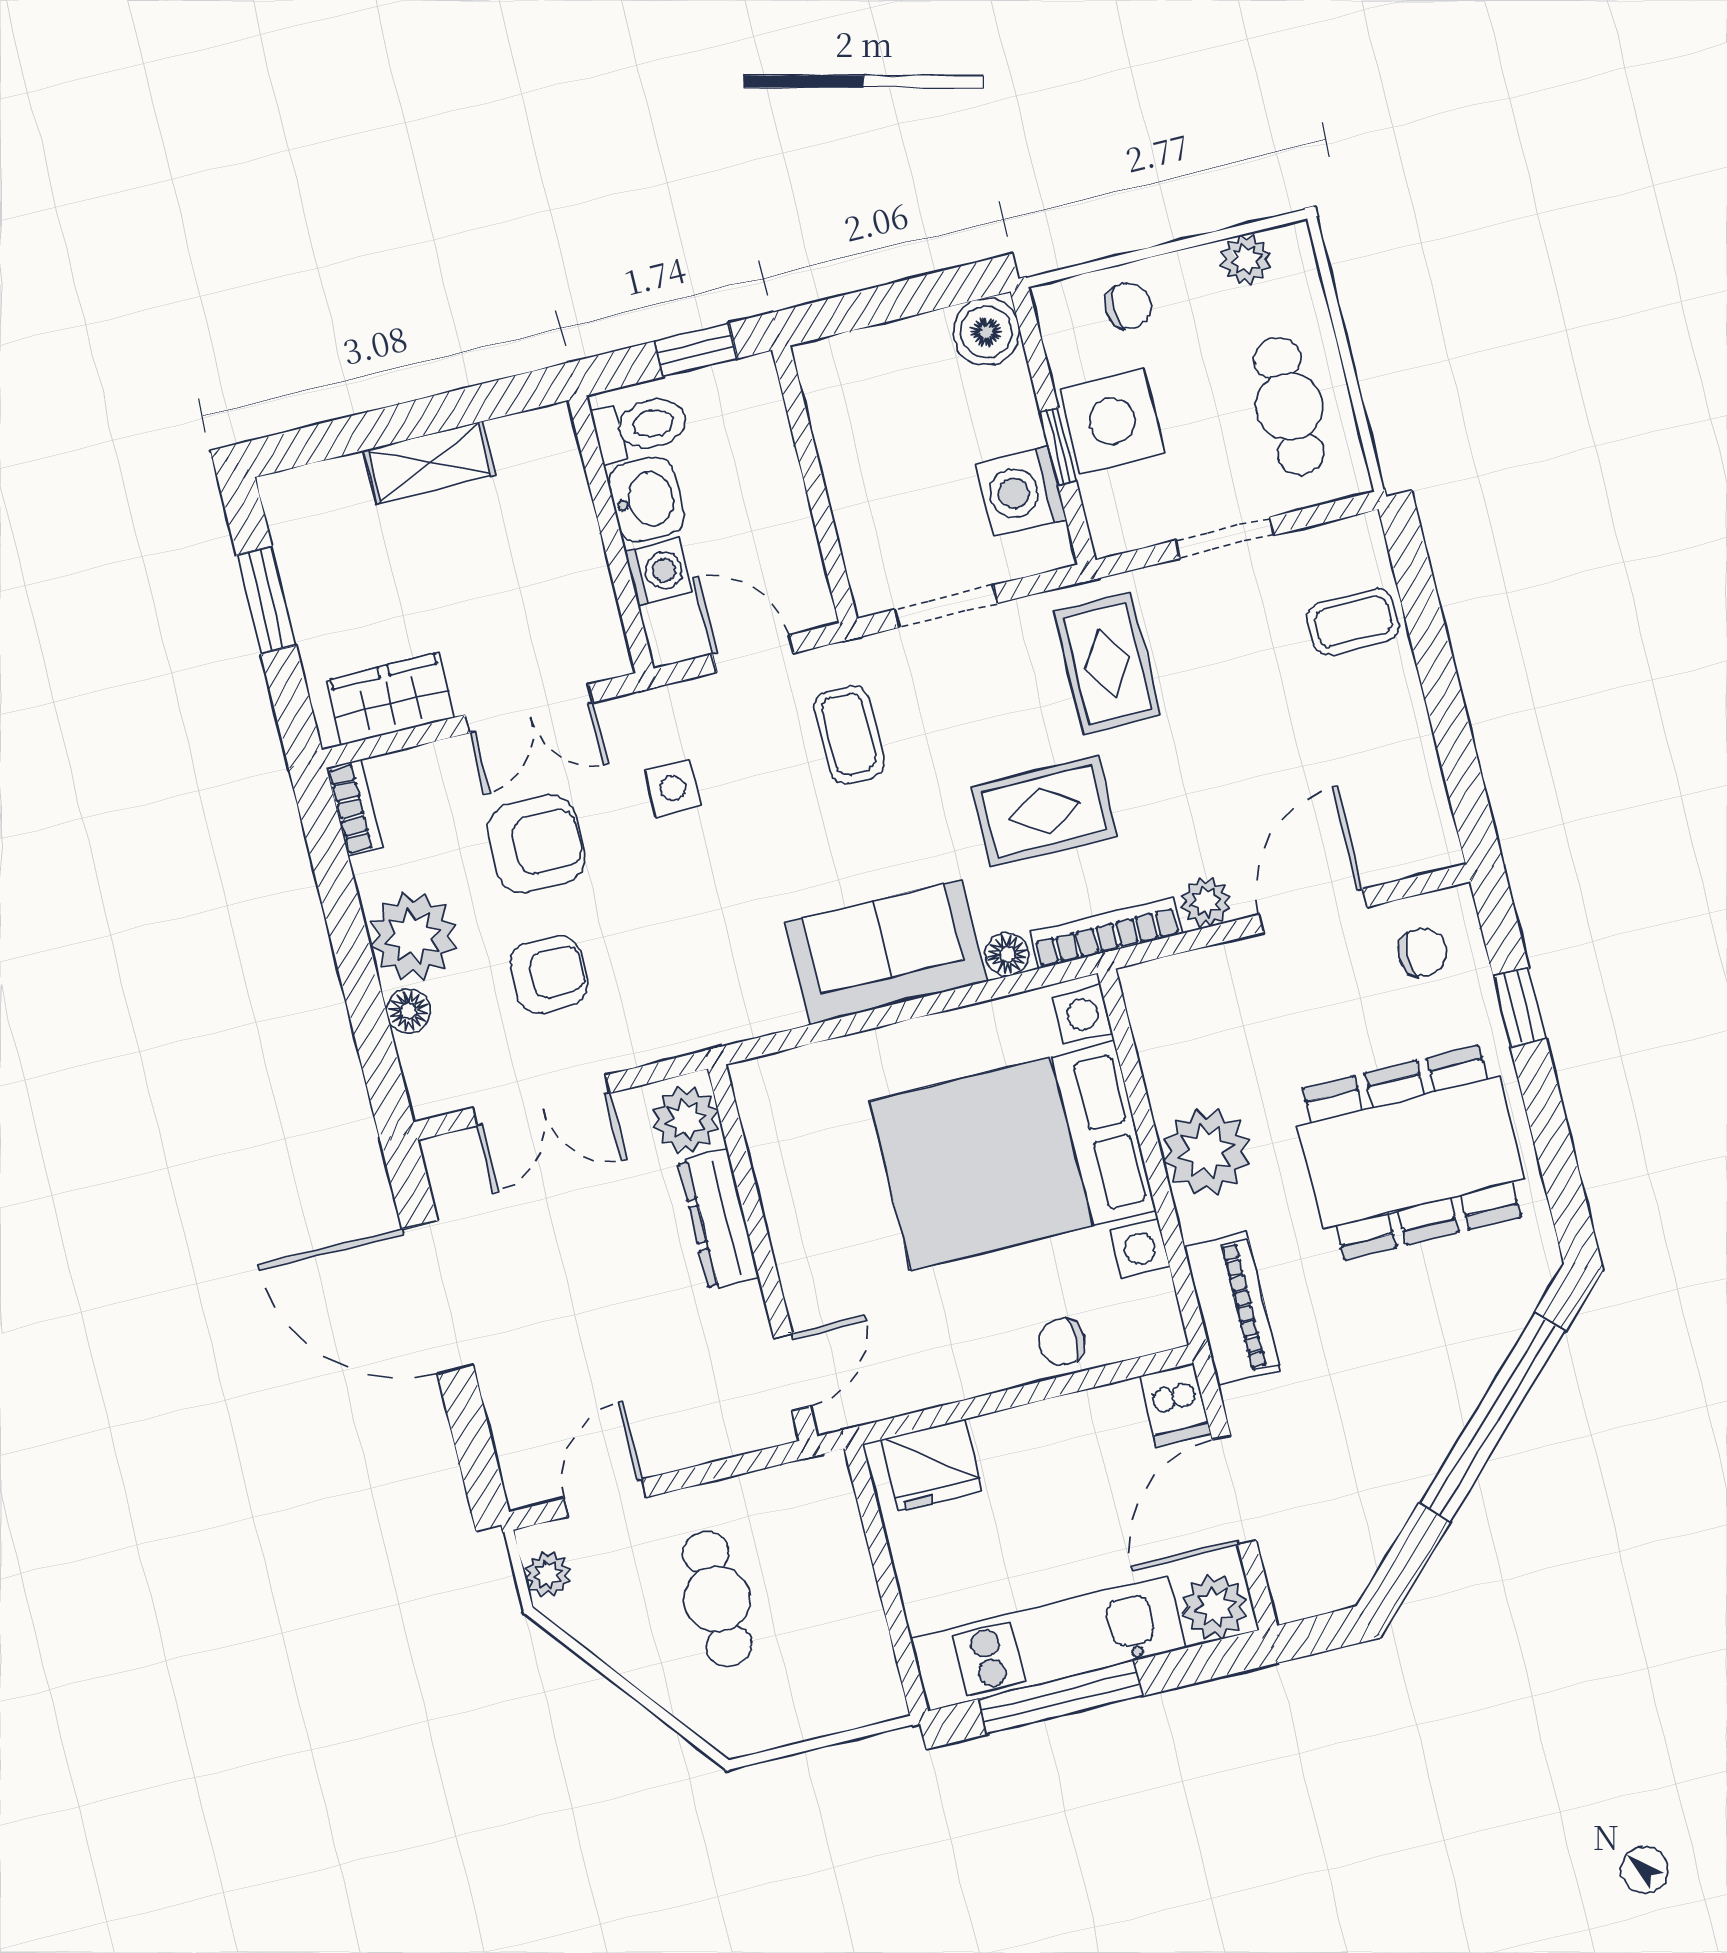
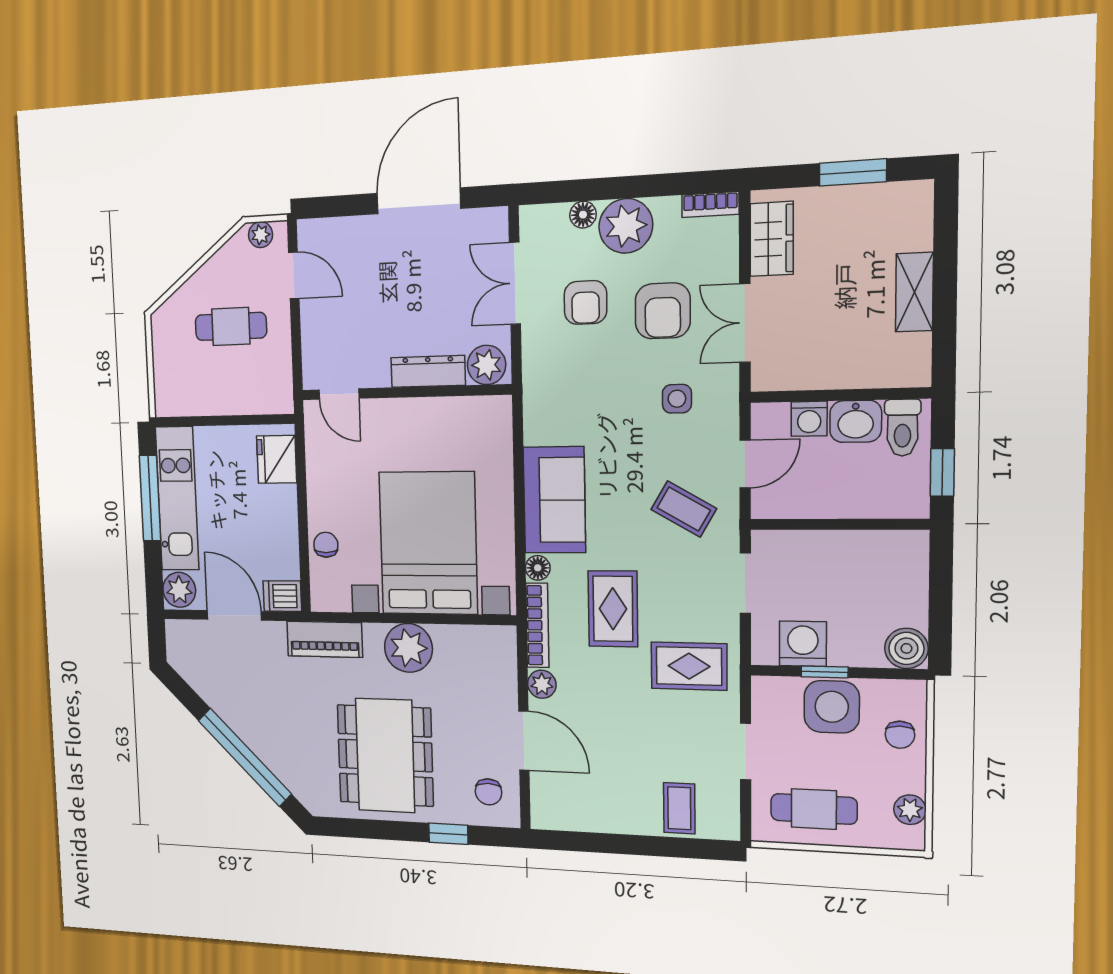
coffee table: (849, 734) -> (684, 509), turned 30

